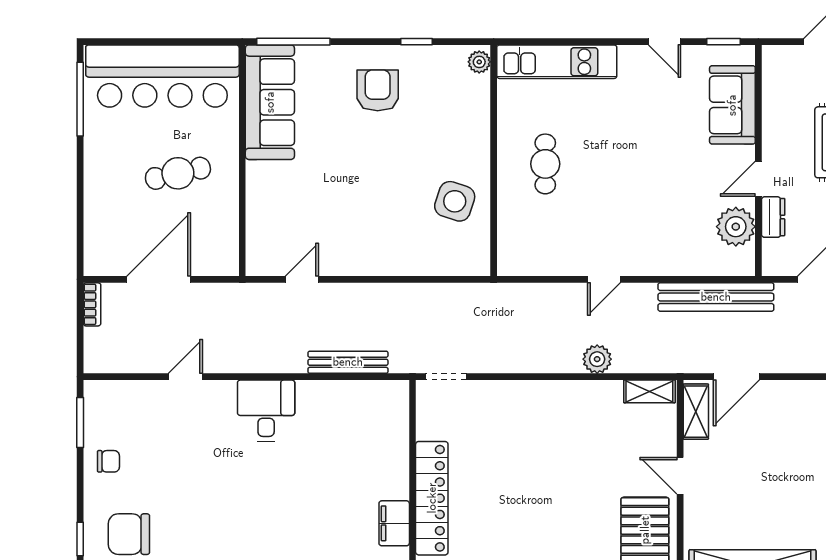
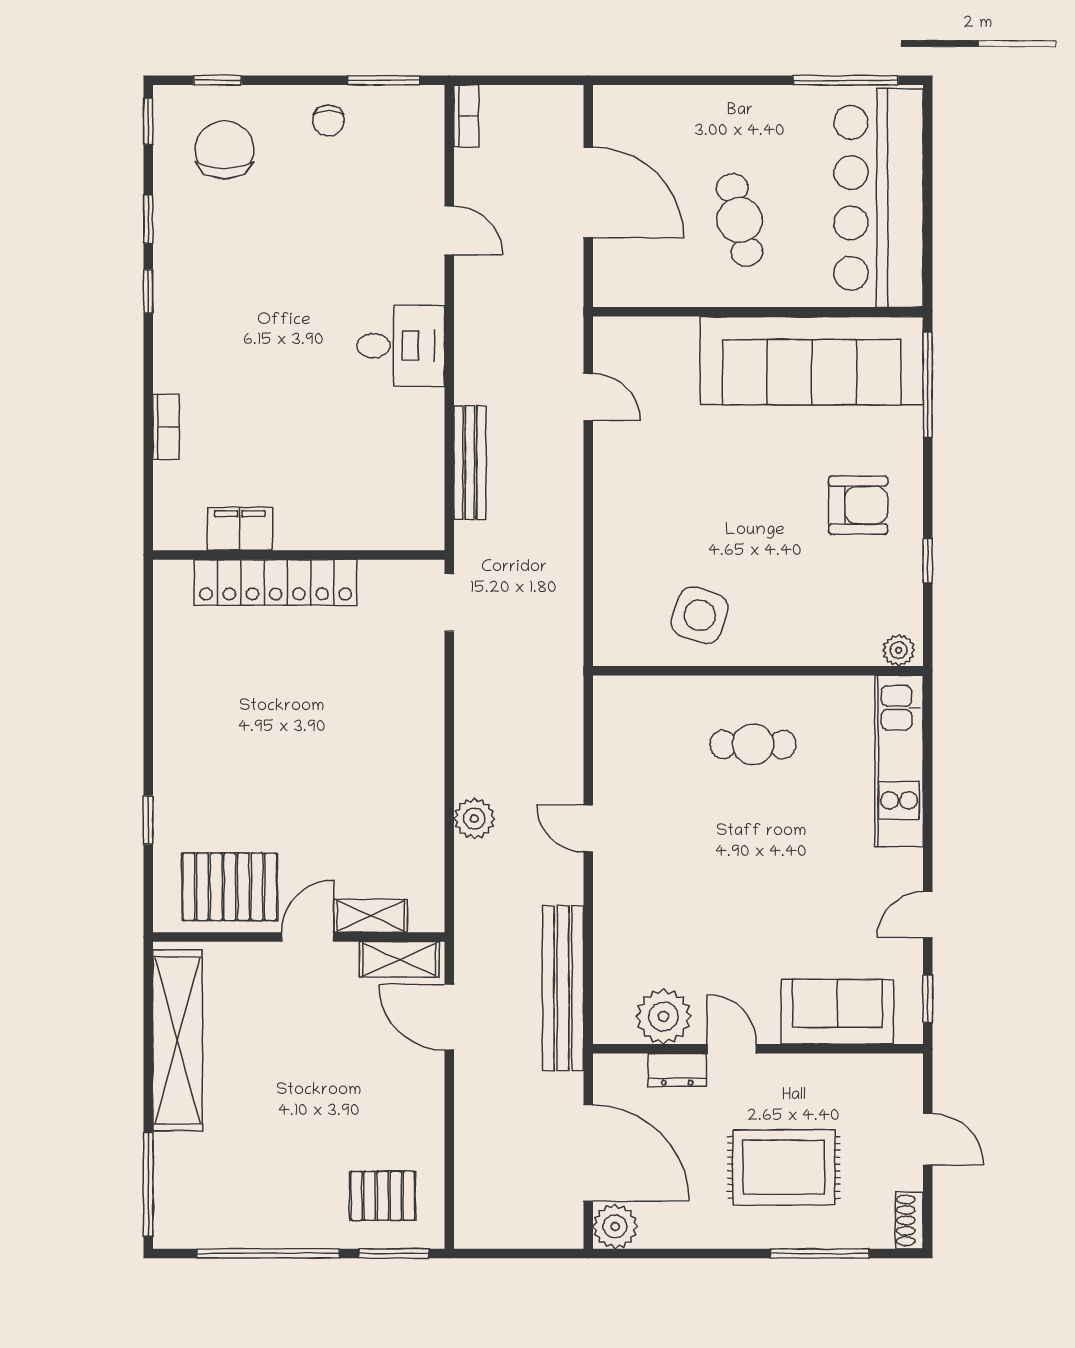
sofa: (270, 102) -> (812, 361), width x1.36, depth x1.27
bookcase: (92, 304) -> (466, 116), moved, turned -90
shelving: (649, 391) -> (371, 916), moved, turned 90

